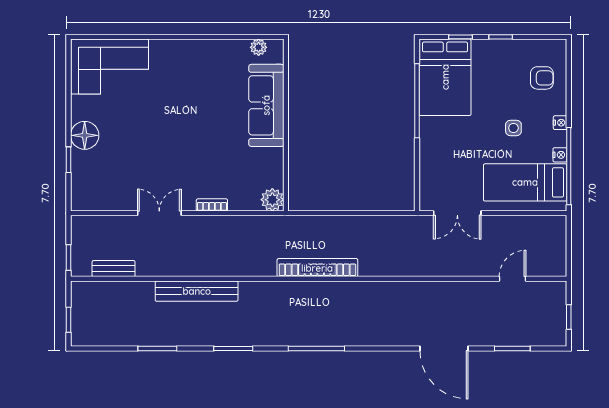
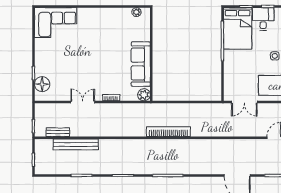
desk: (492, 60) -> (263, 19), added
sofa: (266, 105) -> (141, 64), moved
floor lamp: (85, 135) -> (42, 84), moved
bench: (197, 291) -> (76, 144), moved

